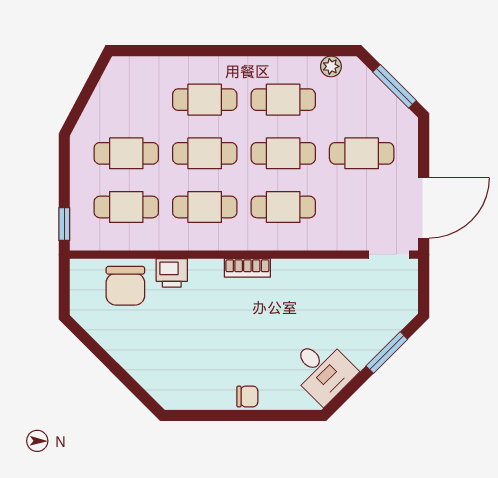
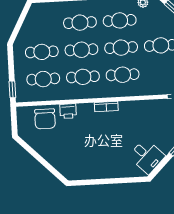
chair: (247, 396) -> (110, 172), removed

